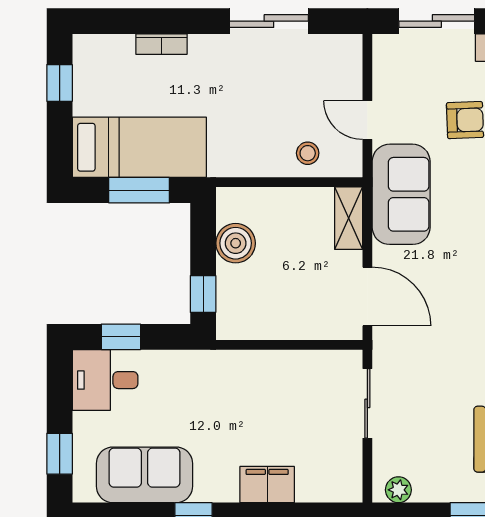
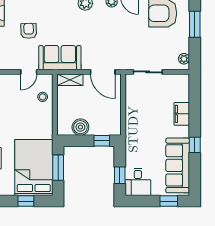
window: (60, 83) -> (26, 201), moved
bed: (139, 147) -> (34, 168), width x1.50
door: (367, 296) -> (103, 72), swing flipped
sofa: (145, 475) -> (178, 165), width x1.36

